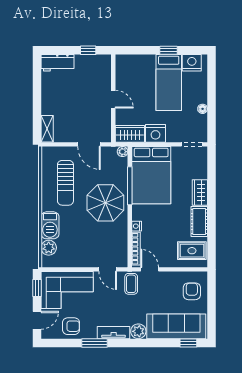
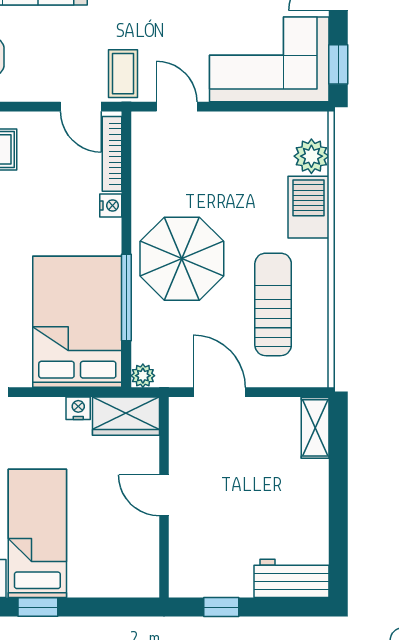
nightstand: (155, 133) -> (78, 408), width x0.53, depth x0.56

